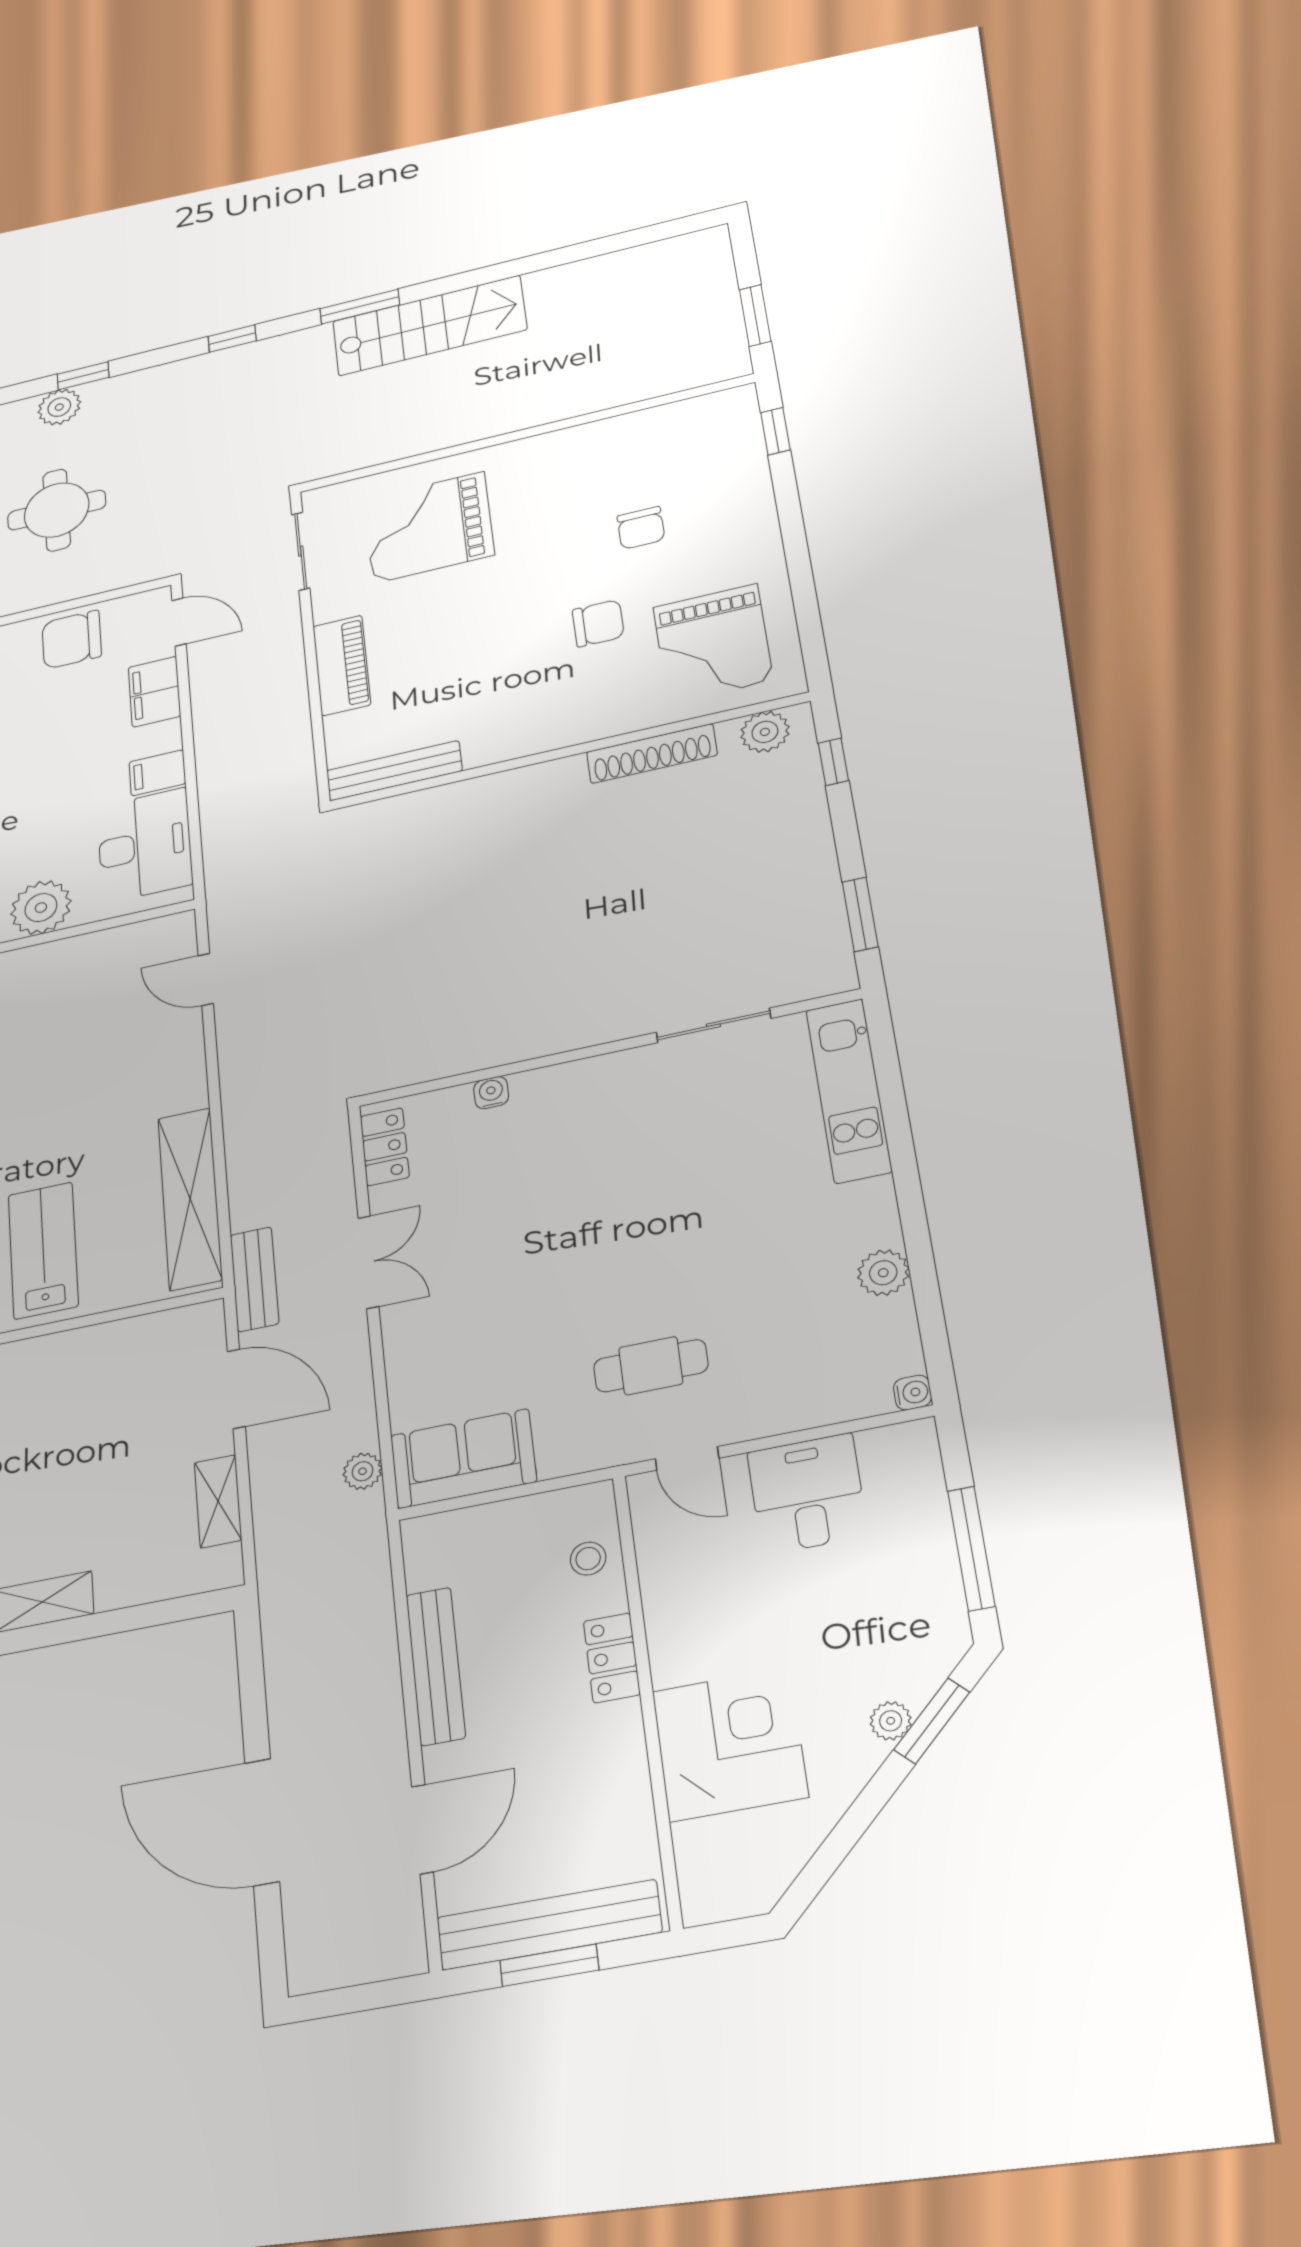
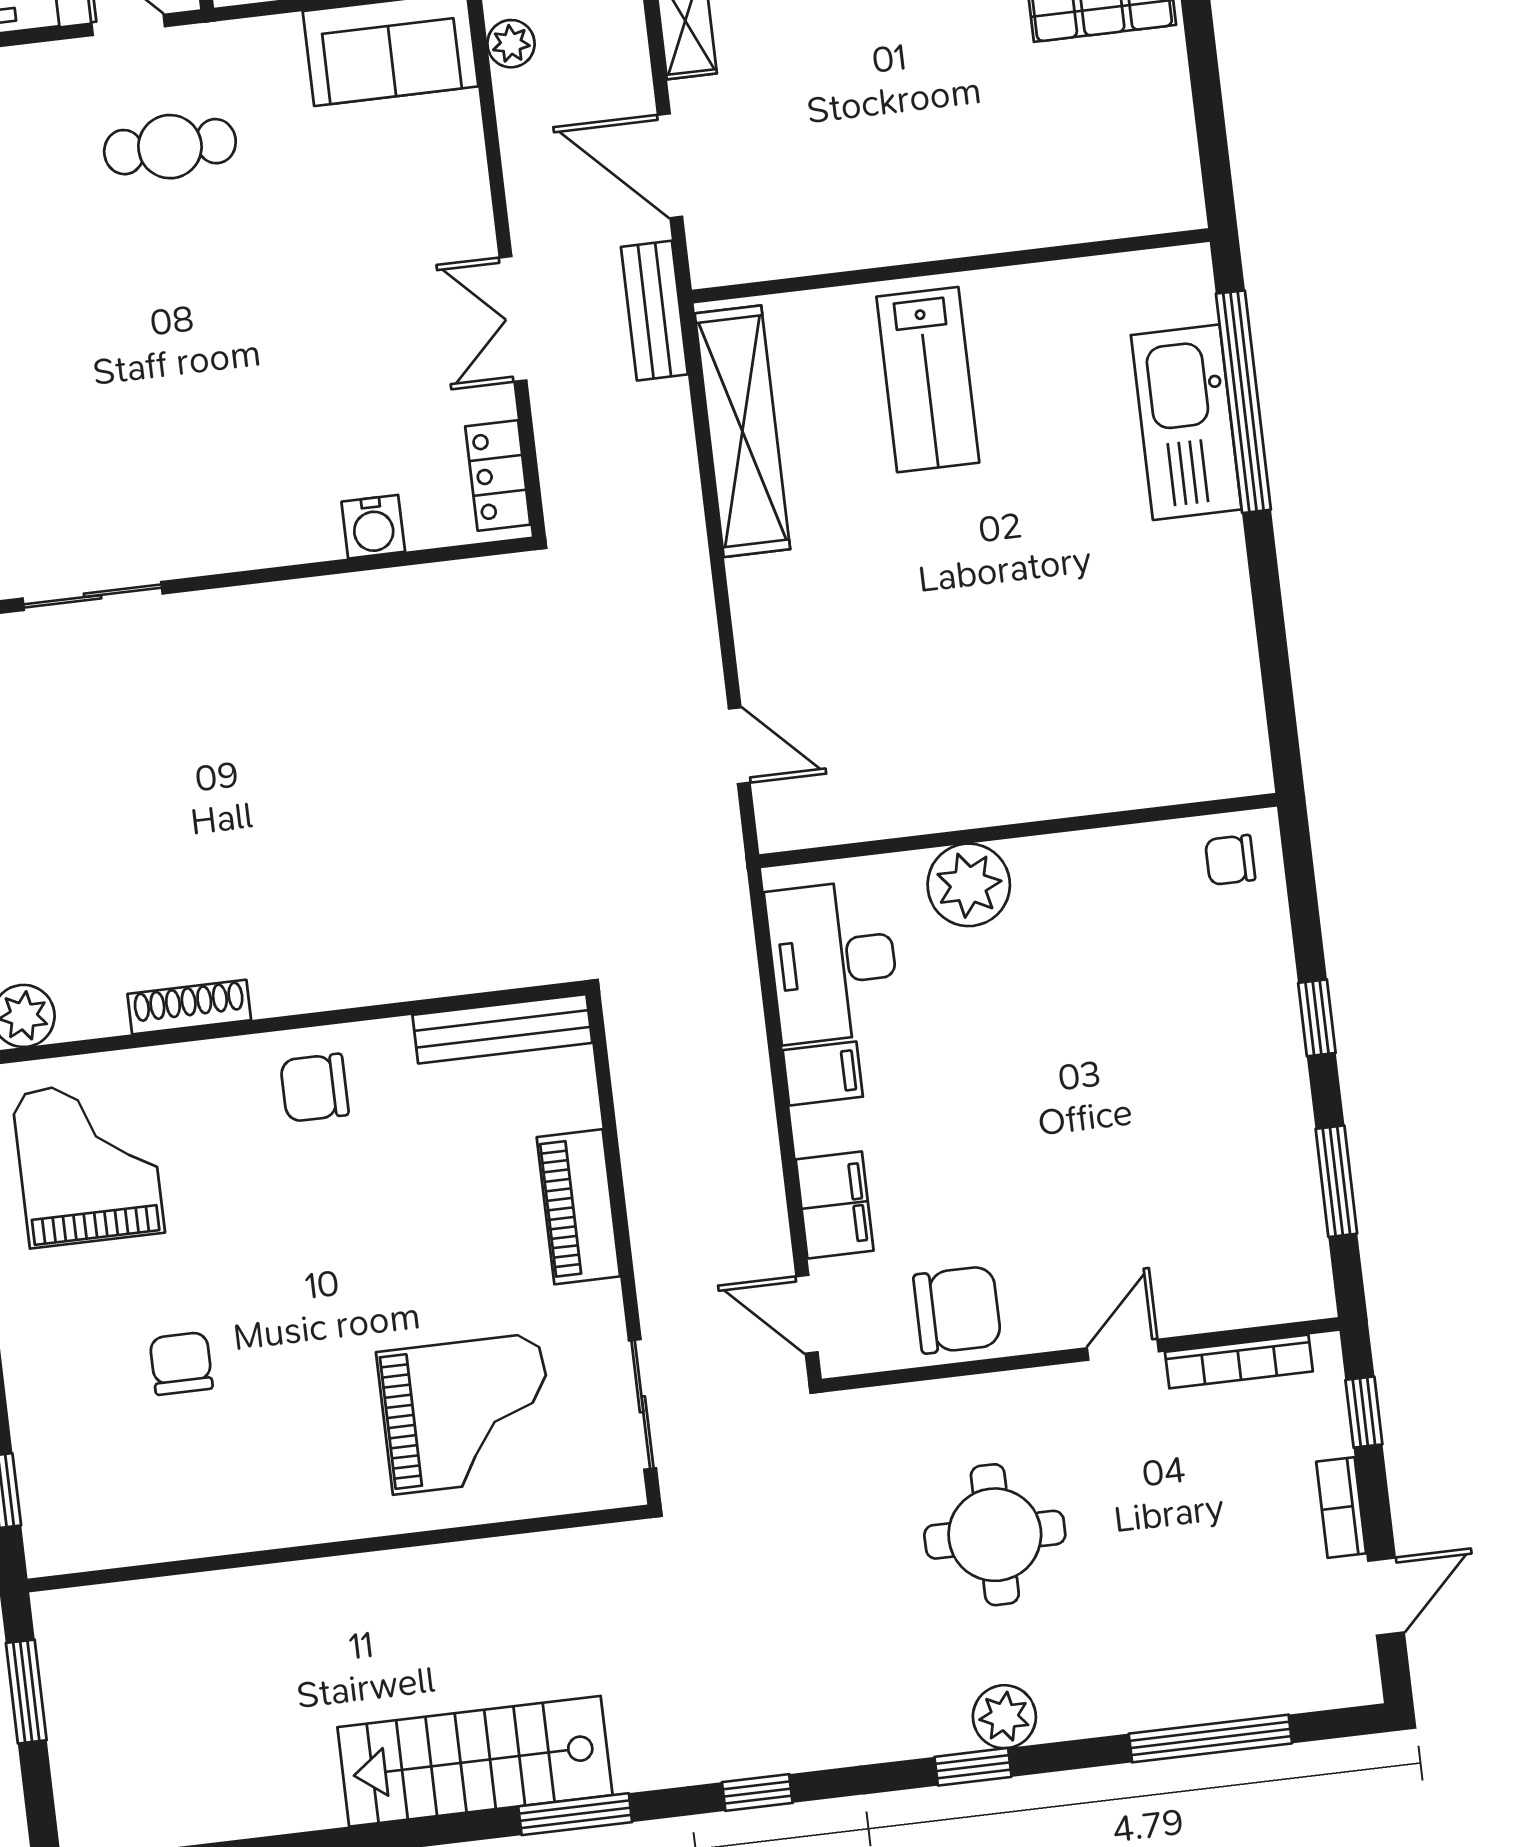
chair: (598, 623) -> (314, 1088), moved
shoe rack: (652, 754) -> (189, 1007), width x0.74, depth x0.81
water cooler: (491, 1093) -> (373, 527), width x1.38, depth x1.38

